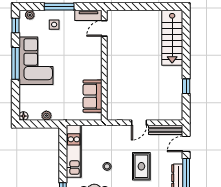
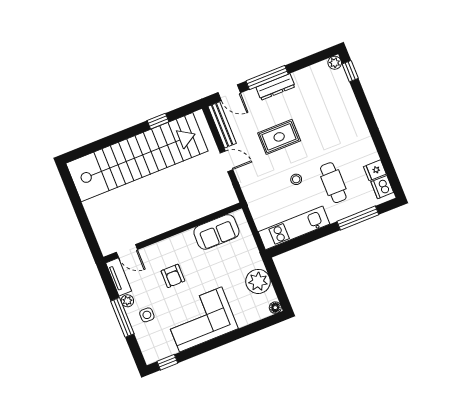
plant: (30, 15) -> (127, 301), moved
stairs: (172, 38) -> (137, 157), width x1.86, depth x1.51
armchair: (74, 54) -> (173, 276), added
window: (15, 63) -> (214, 344), removed
plant: (46, 116) -> (258, 281), width x1.88, depth x1.88

